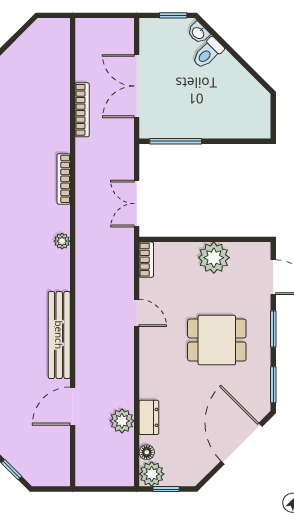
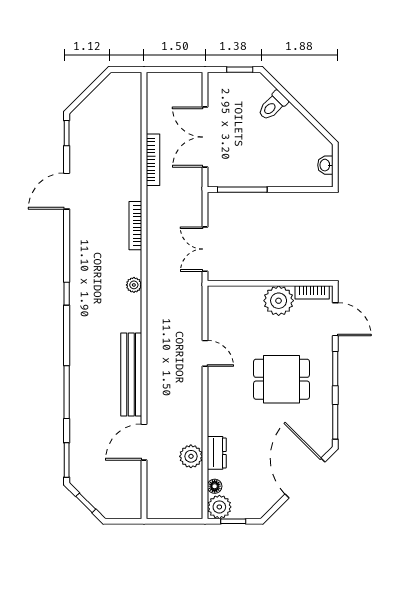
washbasin: (198, 33) -> (325, 165), moved, turned 45
bookcase: (146, 260) -> (312, 292), moved, turned 90

